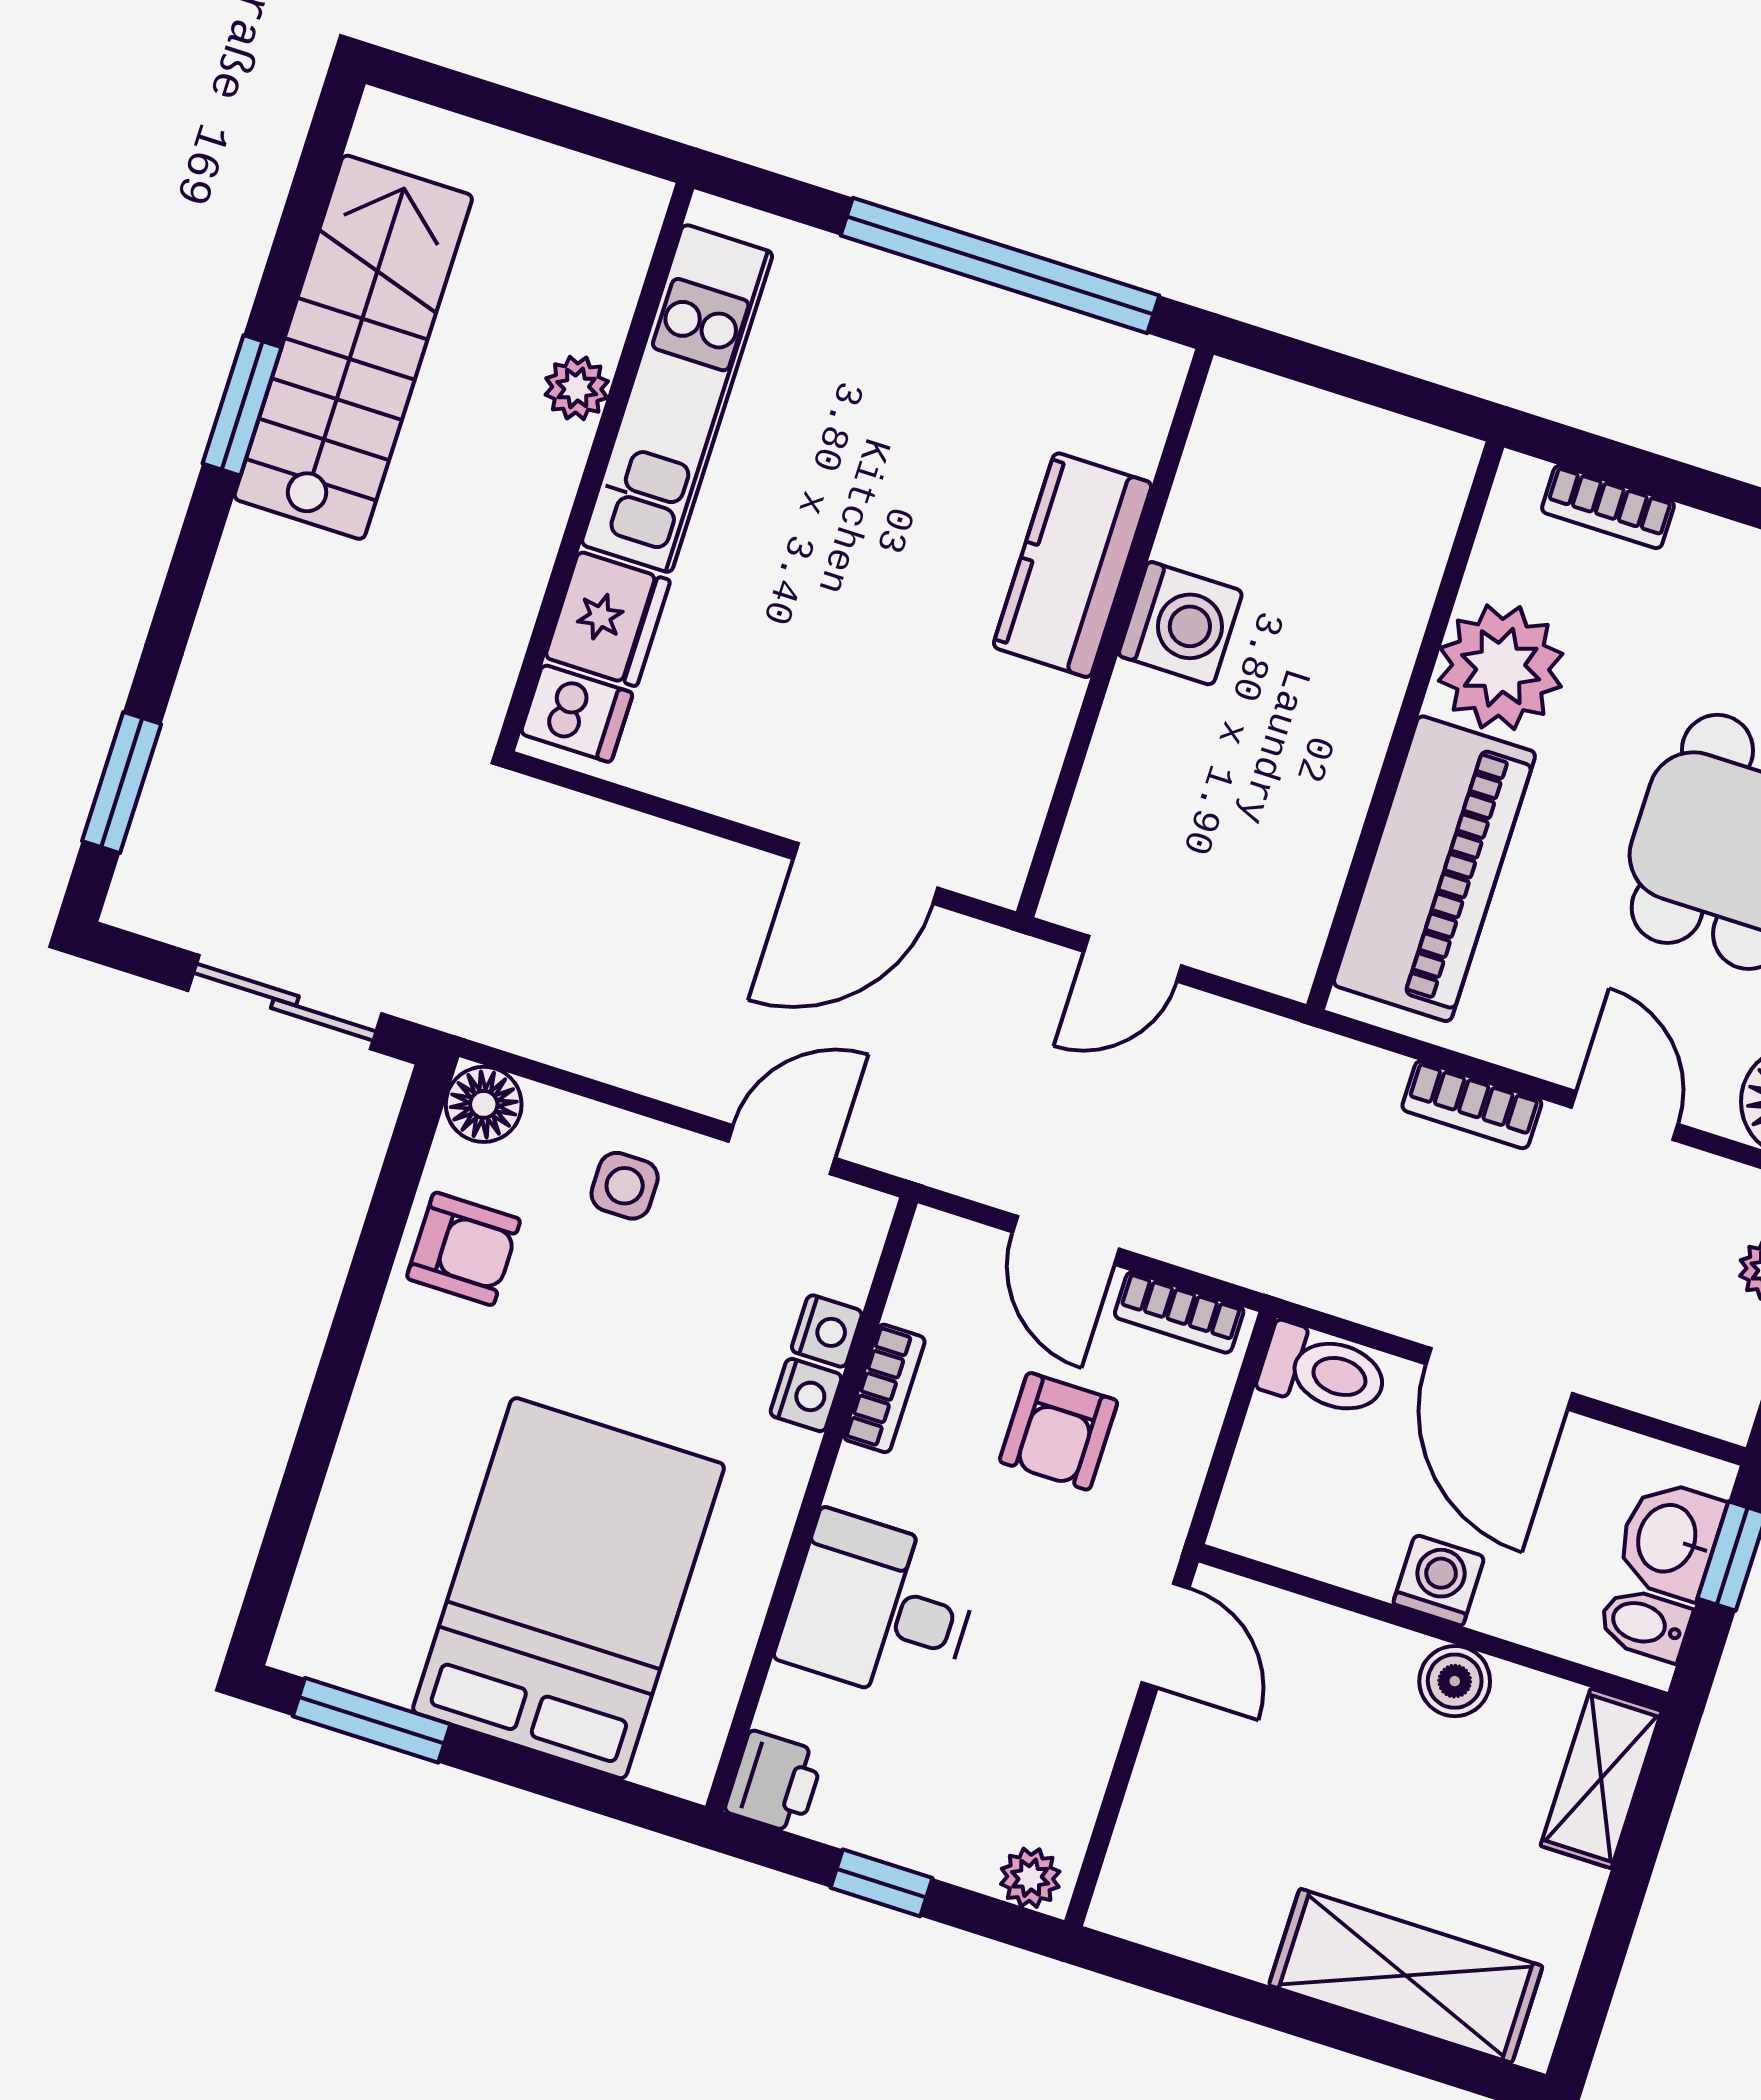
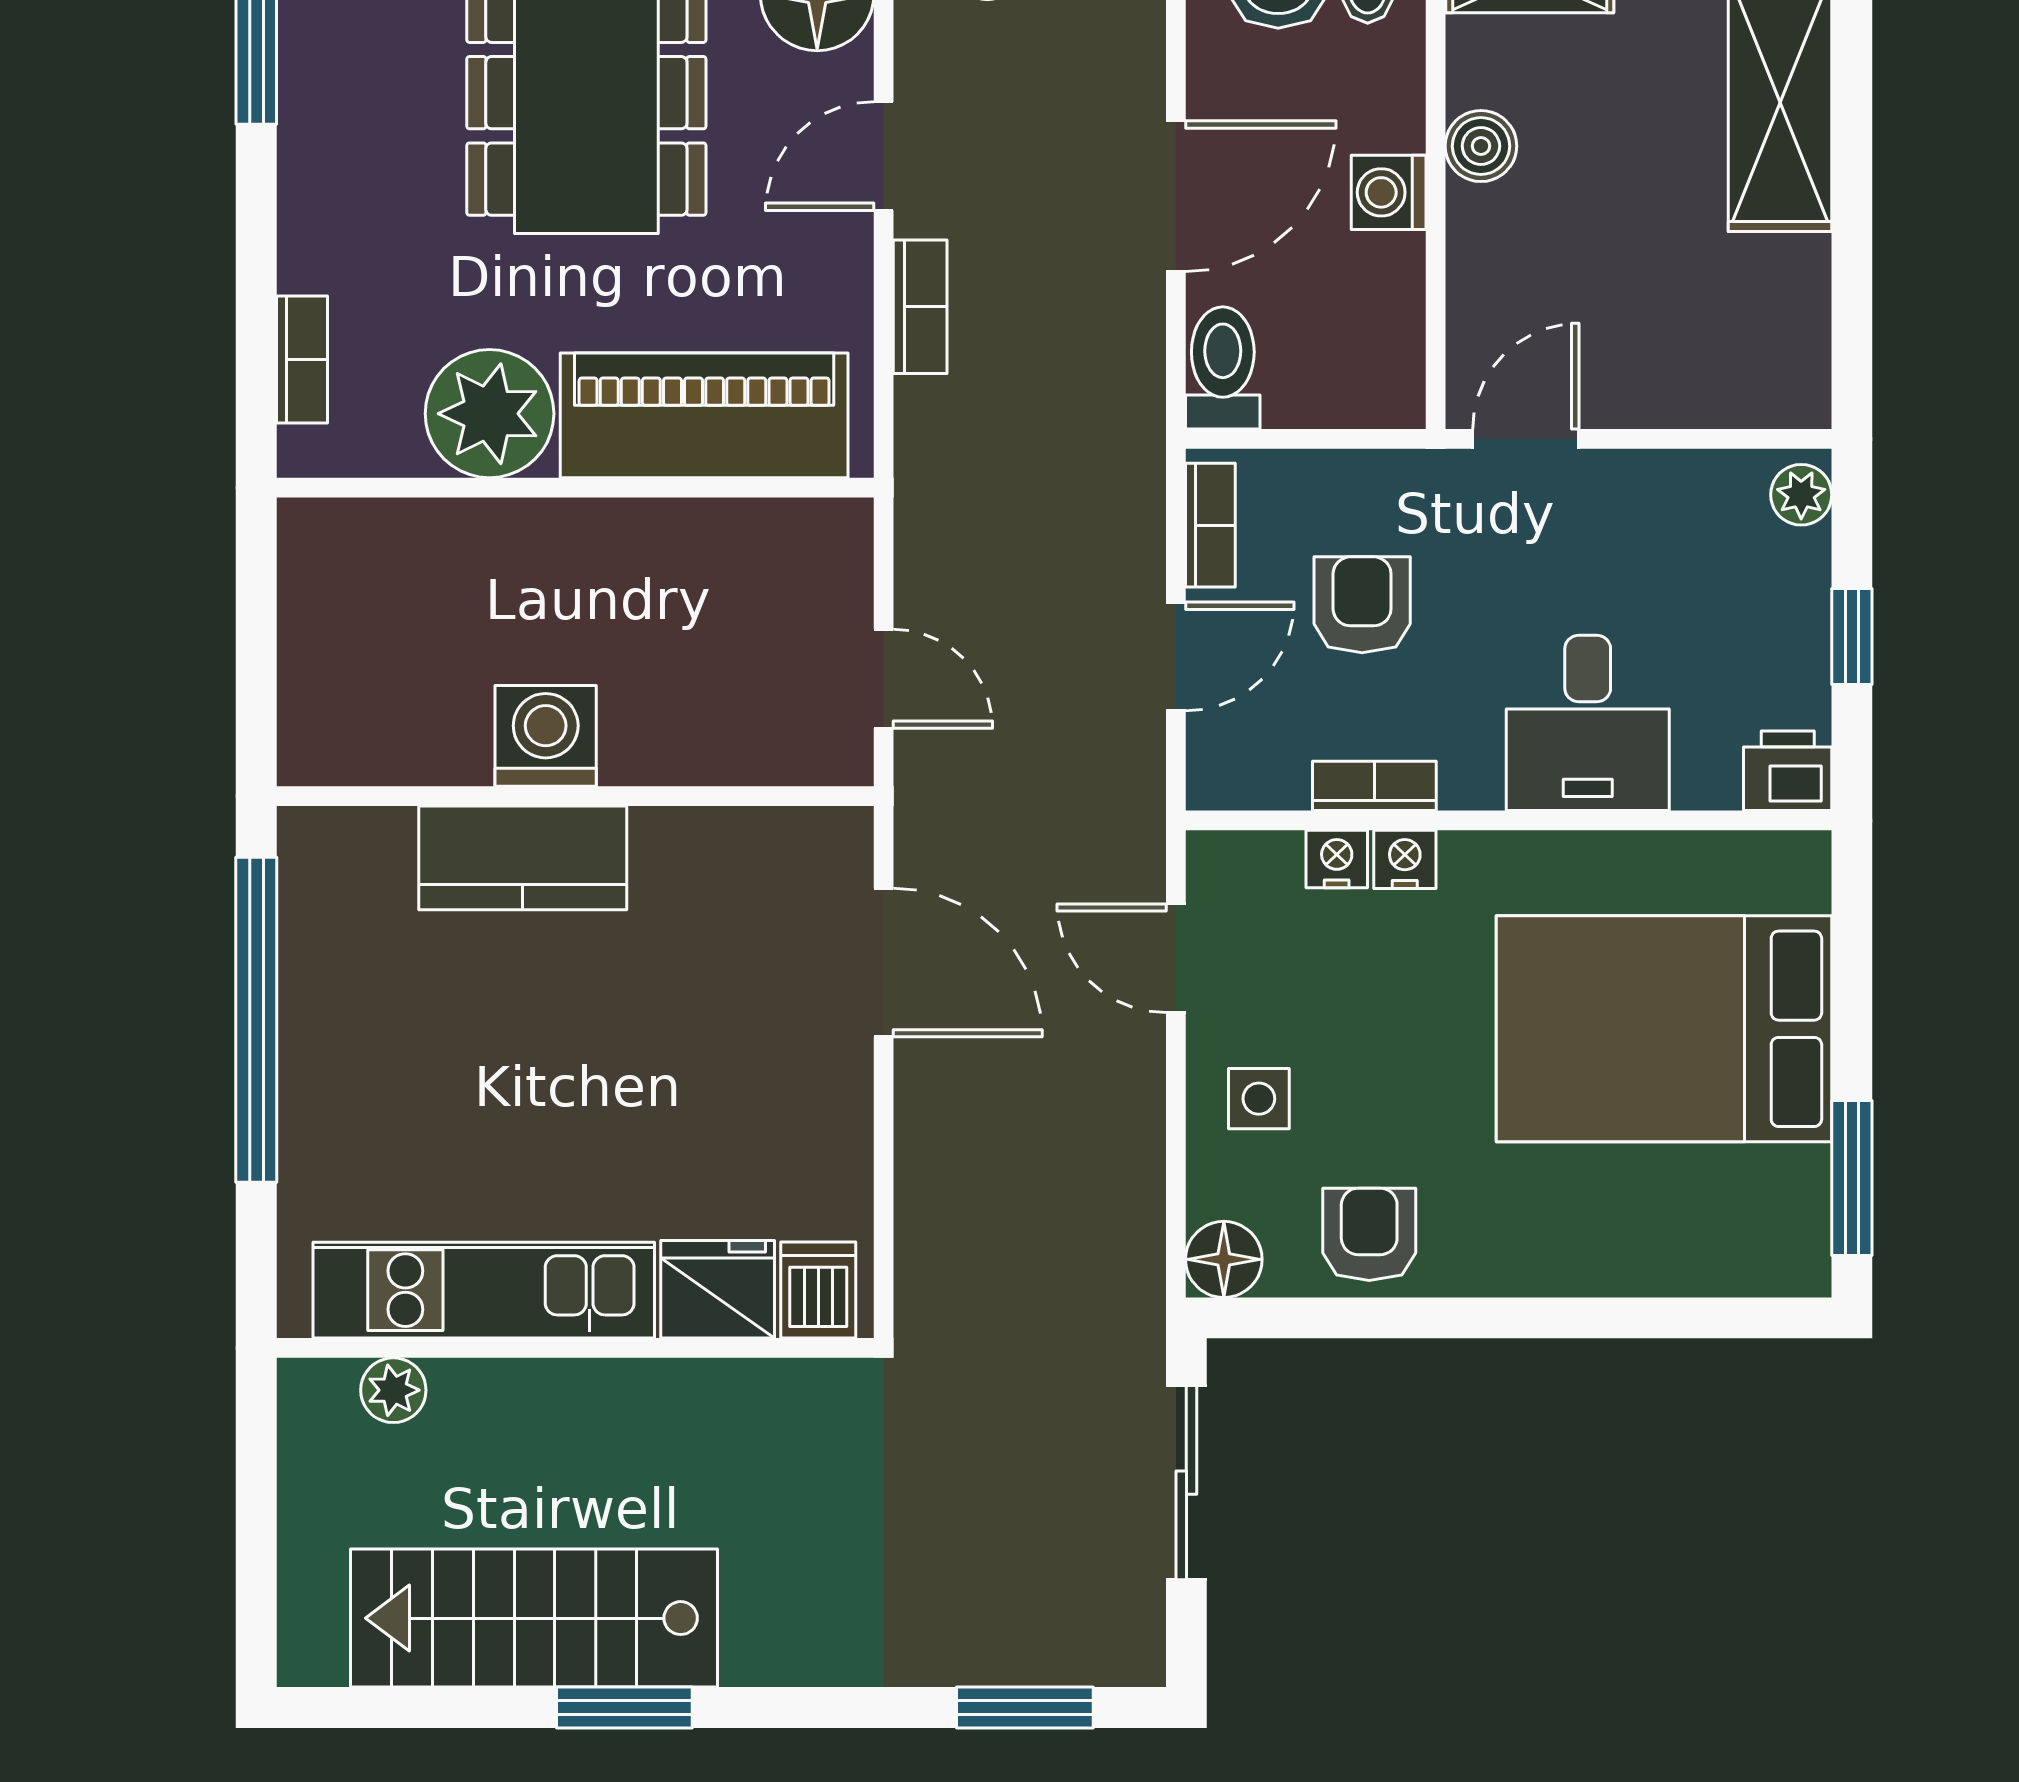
plant: (577, 388) -> (393, 1390), moved
armchair: (1059, 1431) -> (1362, 605), turned -90

